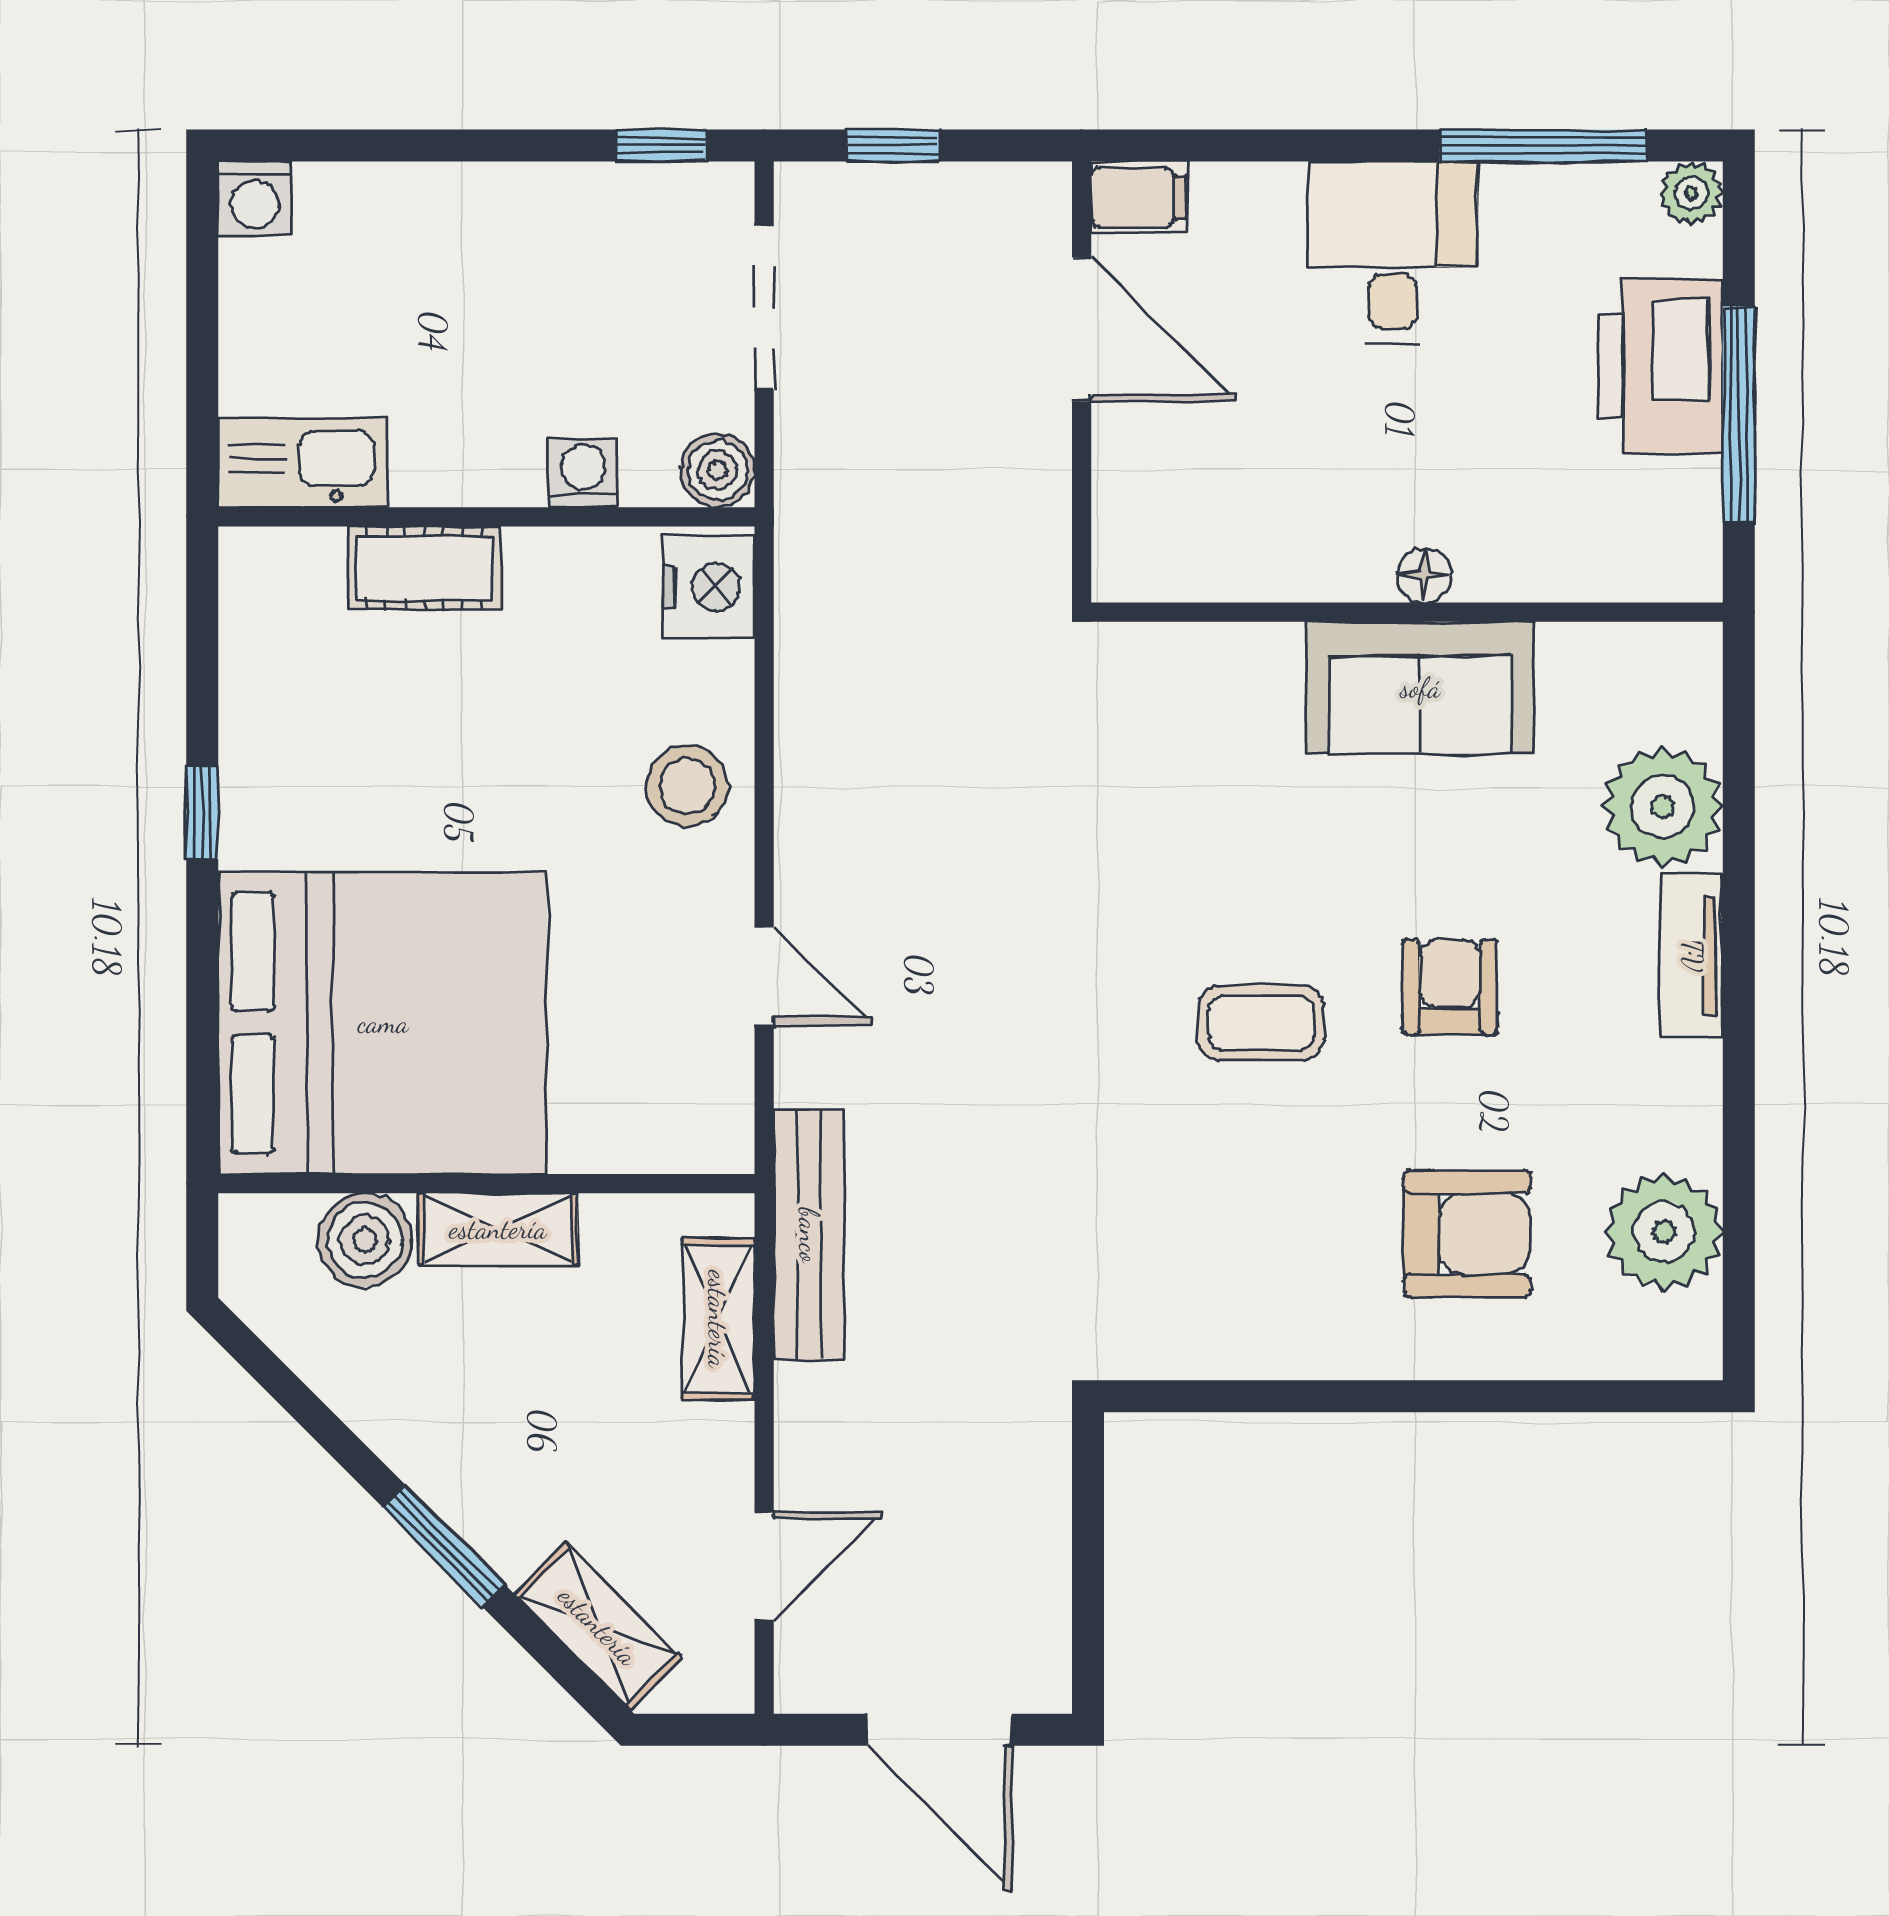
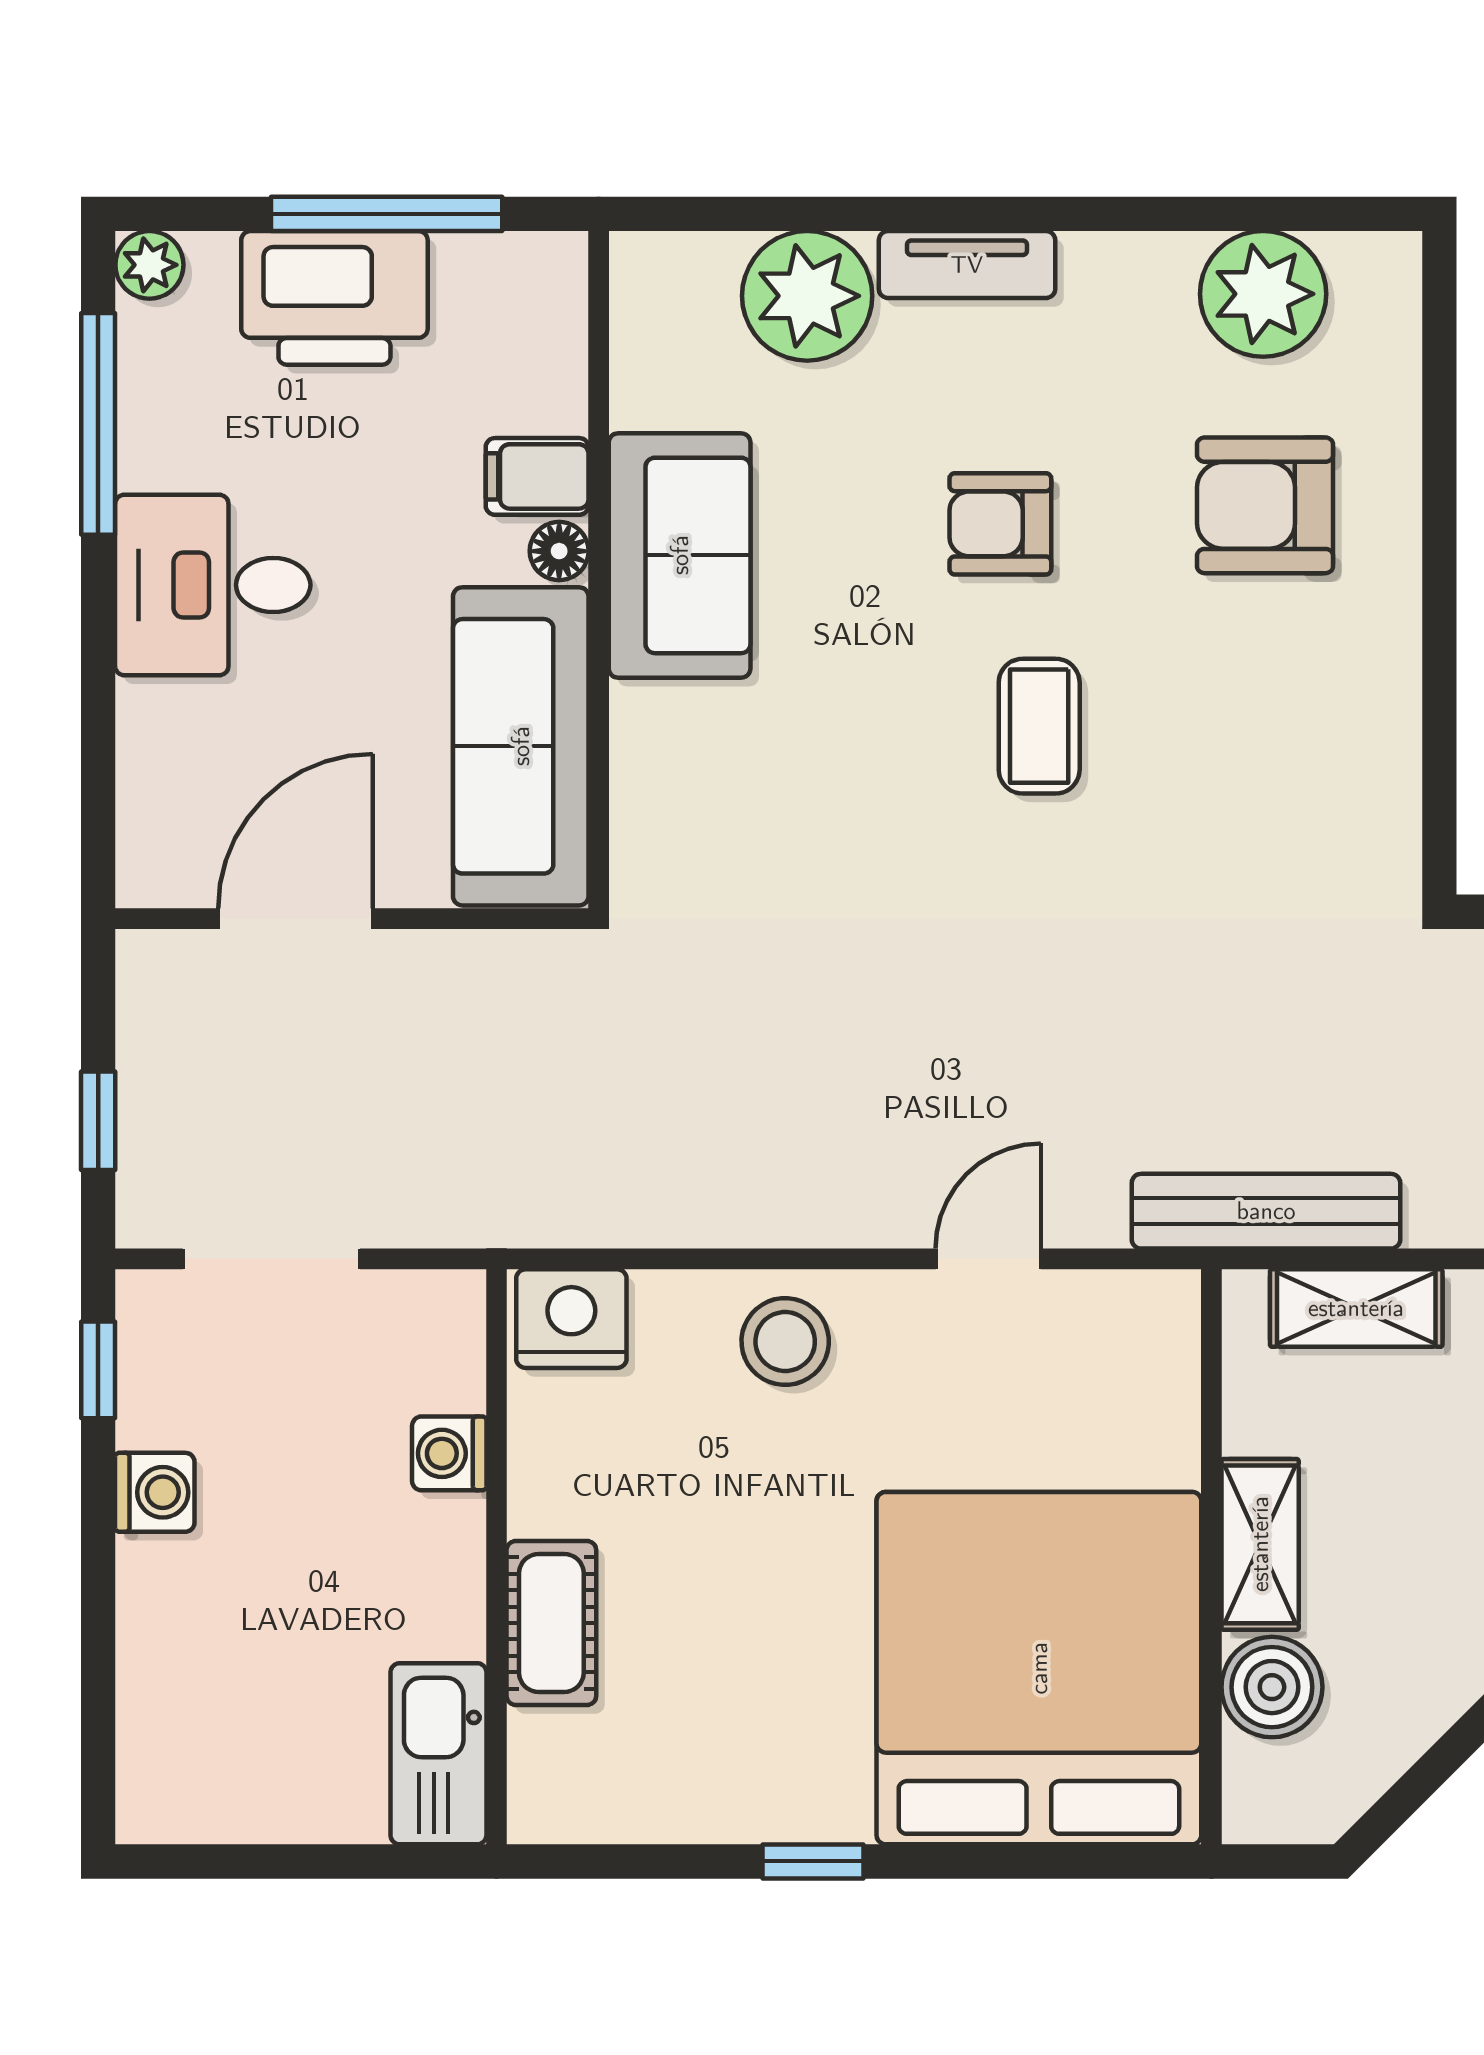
filing cabinet: (1139, 197) -> (537, 476), moved, turned -90
washing machine: (255, 198) -> (155, 1492), moved
boiler: (717, 470) -> (446, 1309), removed
sofa: (1242, 540) -> (521, 746), added
armchair: (1467, 1234) -> (1265, 505), turned -90

